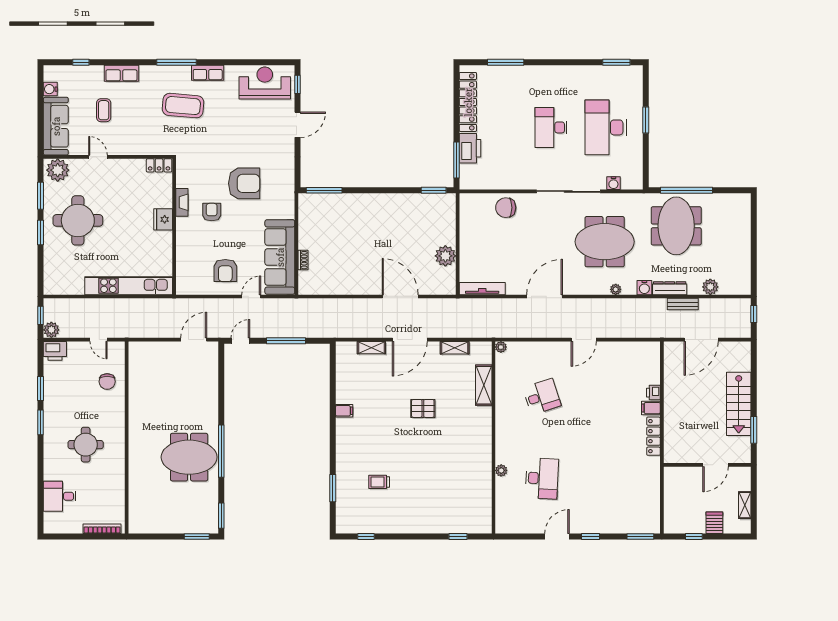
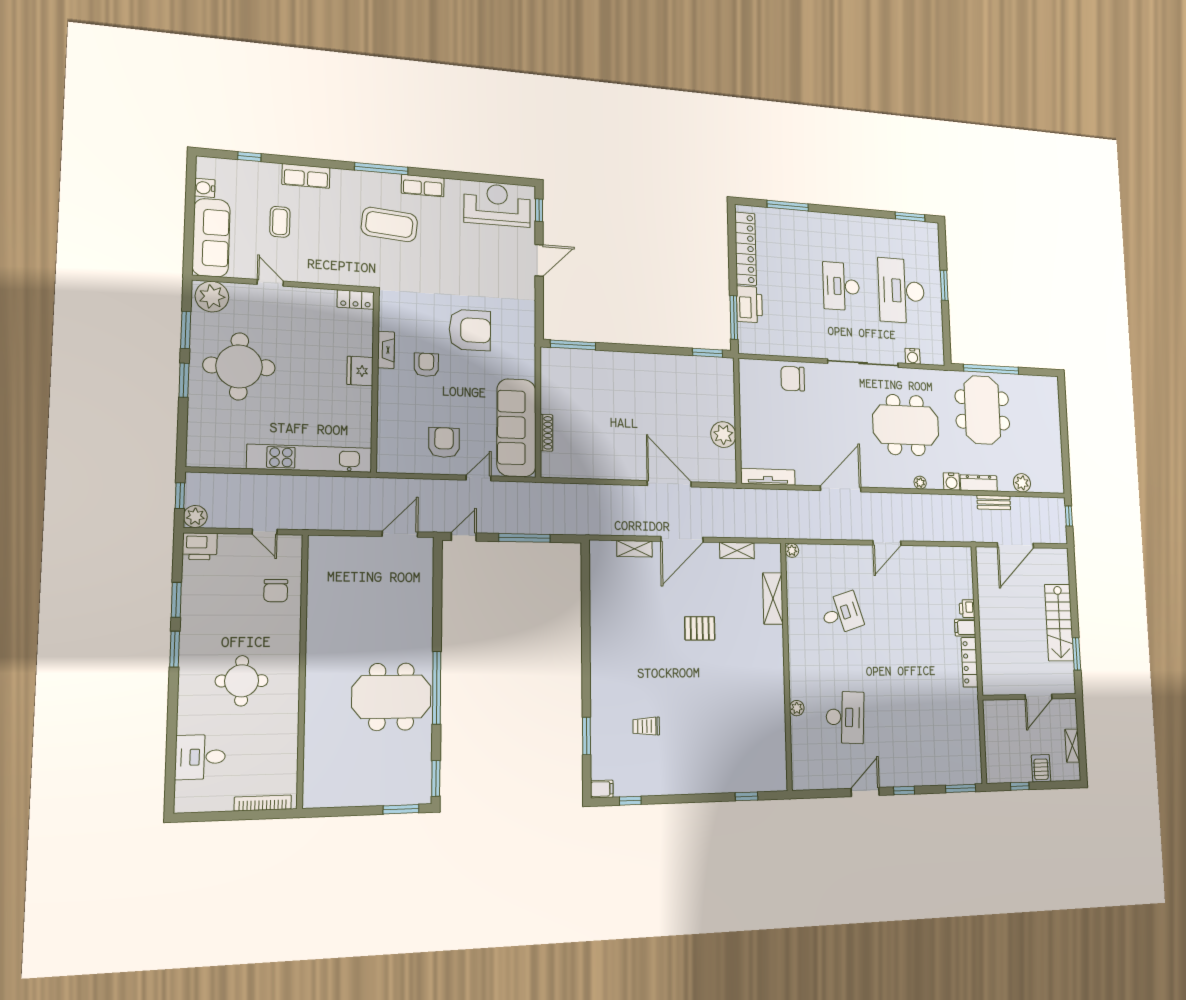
shoe rack: (303, 260) -> (546, 433), width x1.43
armchair: (225, 271) -> (444, 443), turned 180
filing cabinet: (344, 411) -> (602, 789), moved

